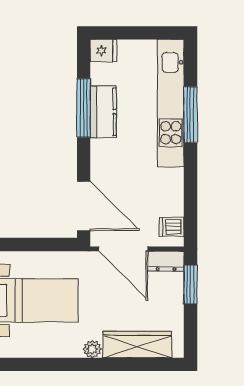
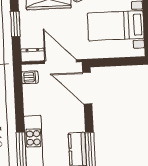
window: (191, 284) -> (15, 24), moved

